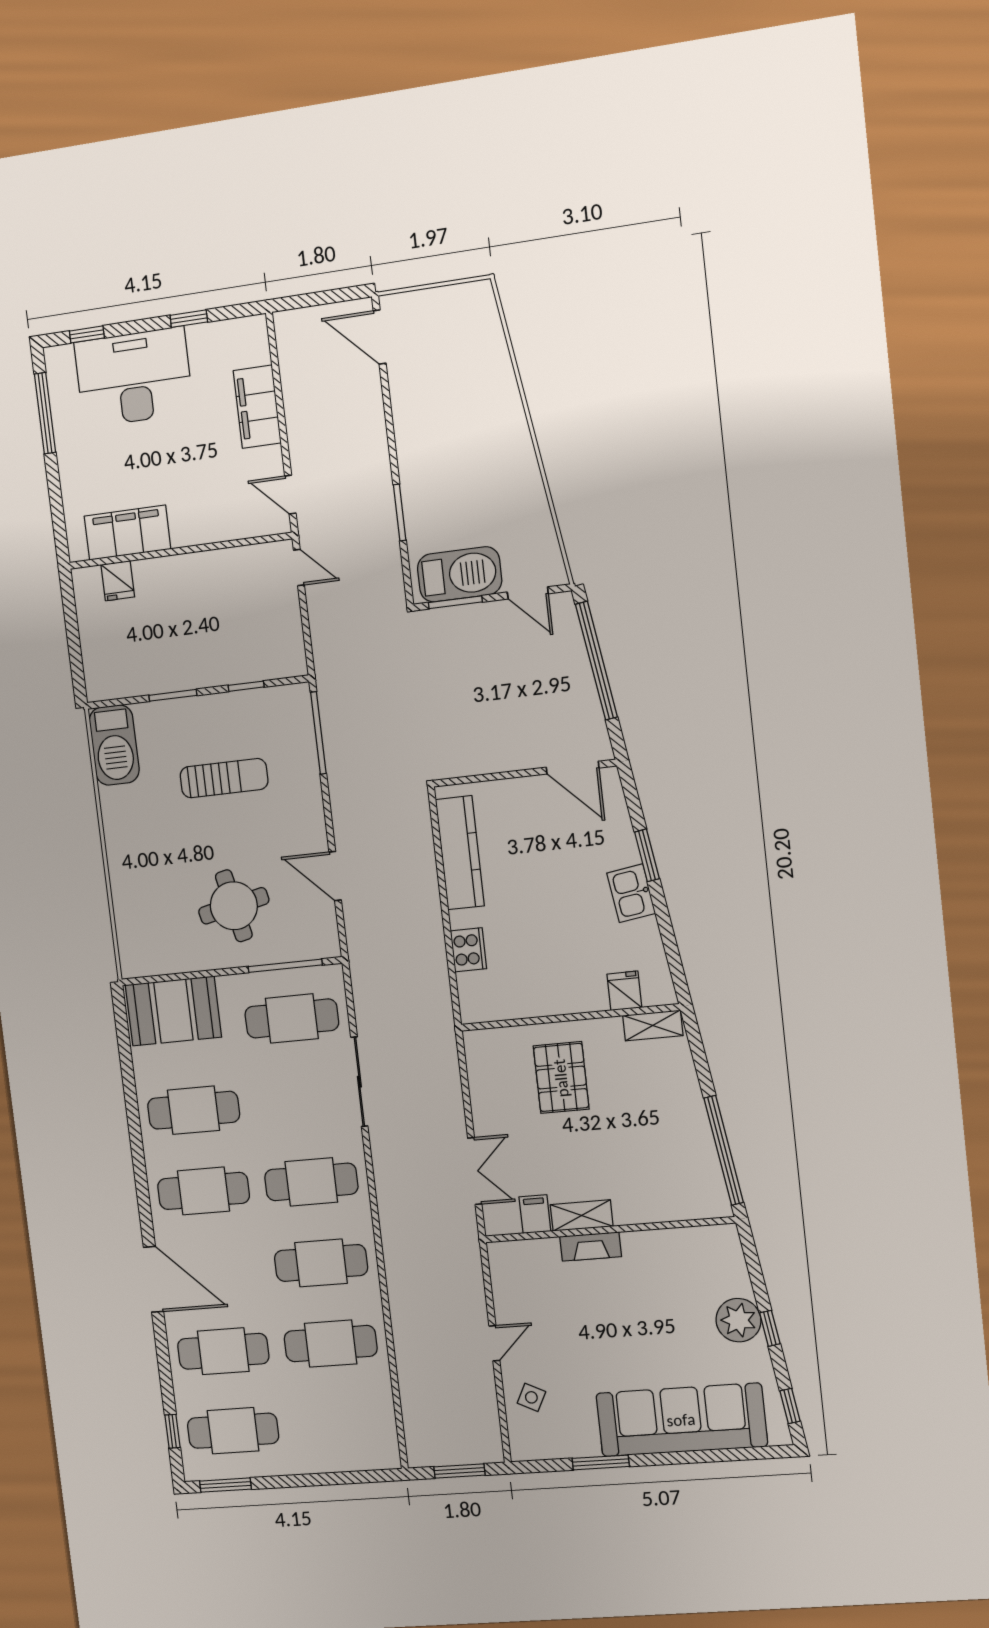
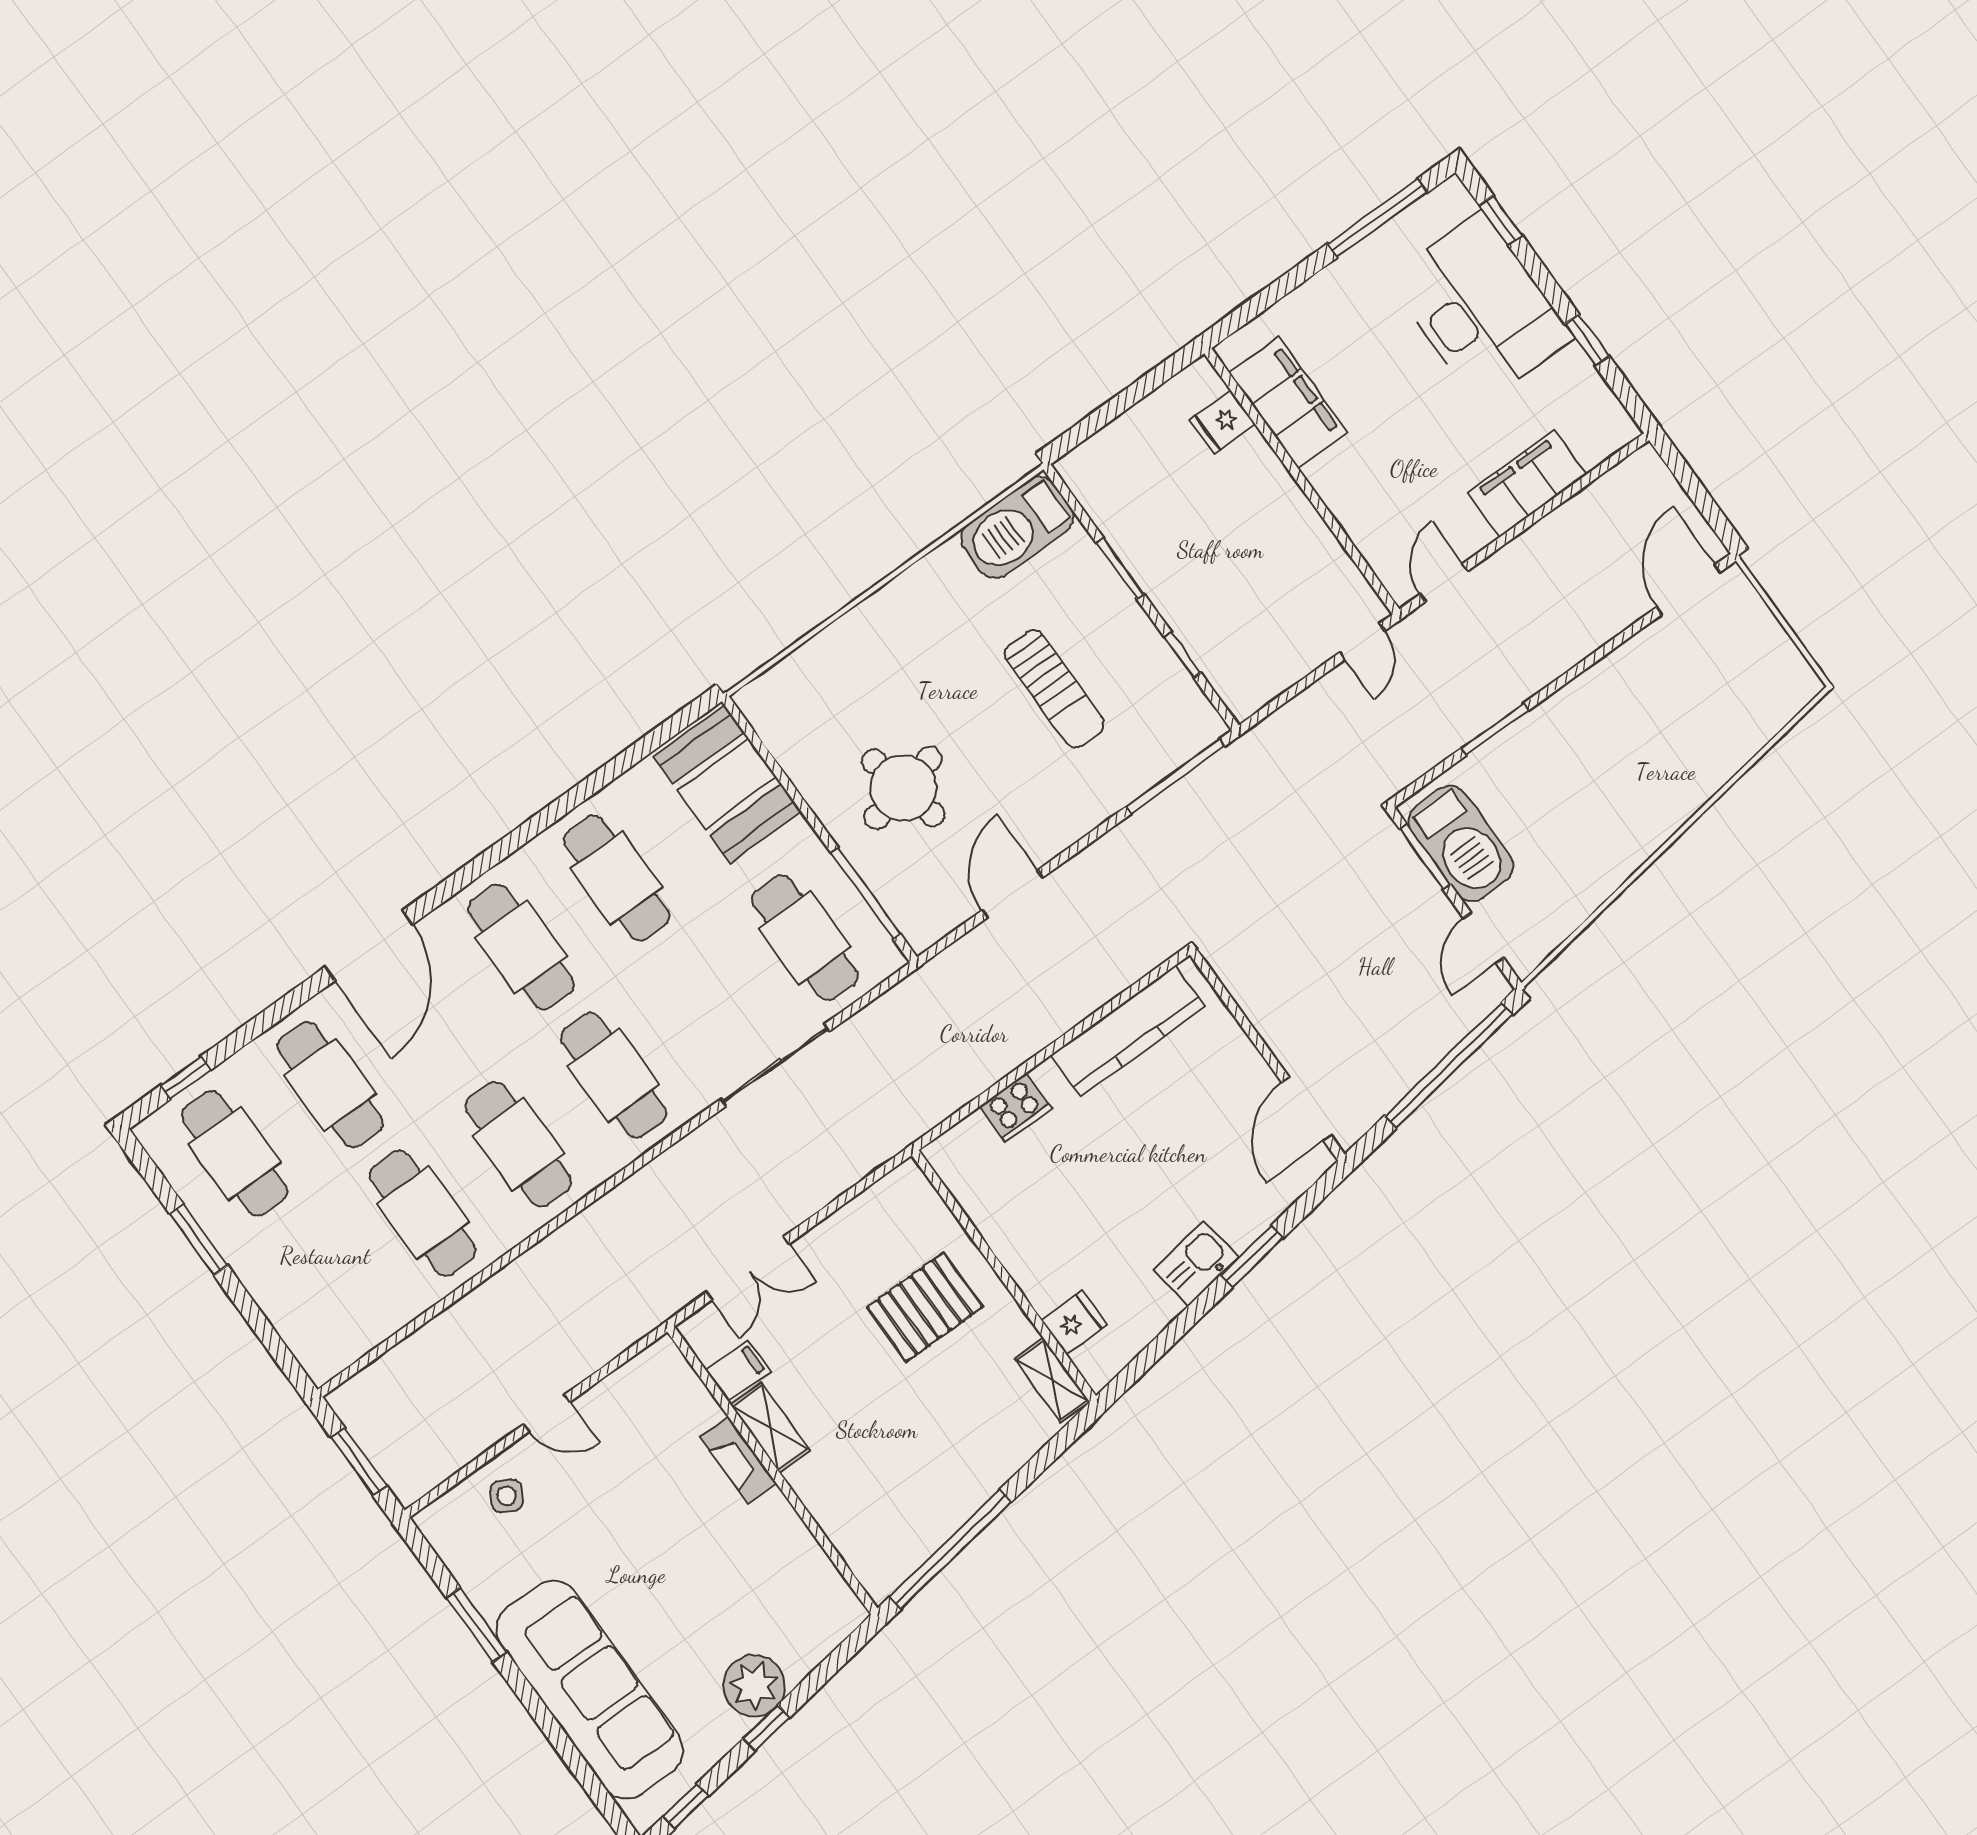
window: (225, 1485) -> (199, 1240), moved

